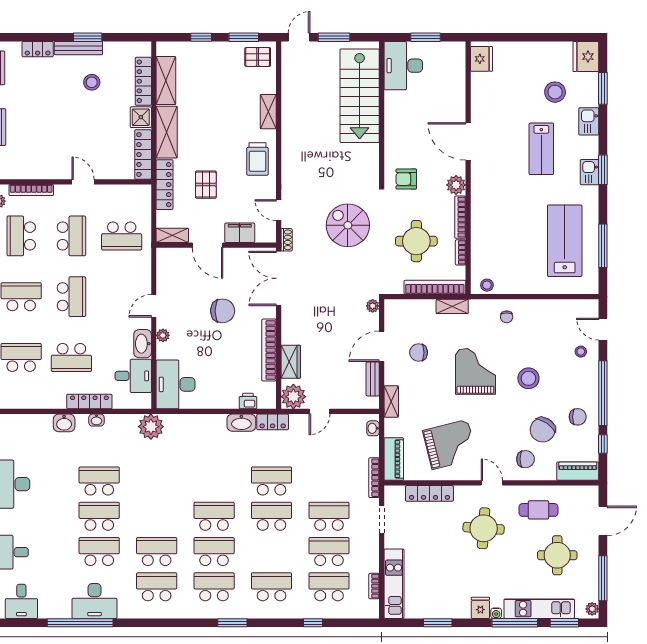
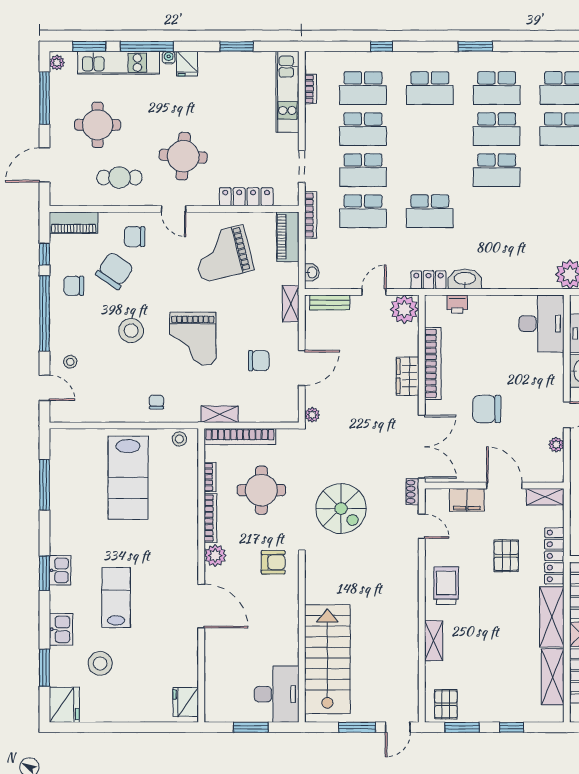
pallet: (258, 57) -> (446, 704), turned 90
lab bench: (565, 241) -> (128, 478), moved
plant: (163, 335) -> (556, 445), moved
wardrobe: (291, 362) -> (408, 376), moved
bench: (373, 379) -> (330, 303), moved, turned 90
school desk: (272, 516) -> (363, 211), moved

